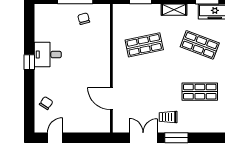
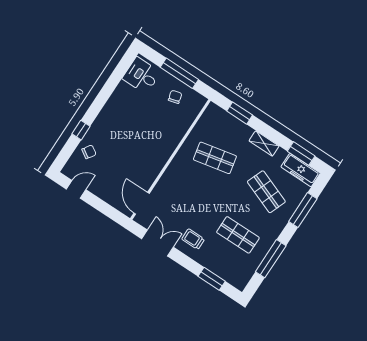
desk: (48, 55) -> (141, 75), moved
window: (29, 62) -> (81, 130), moved
door: (111, 98) -> (142, 203), moved
window: (176, 138) -> (212, 279), moved

